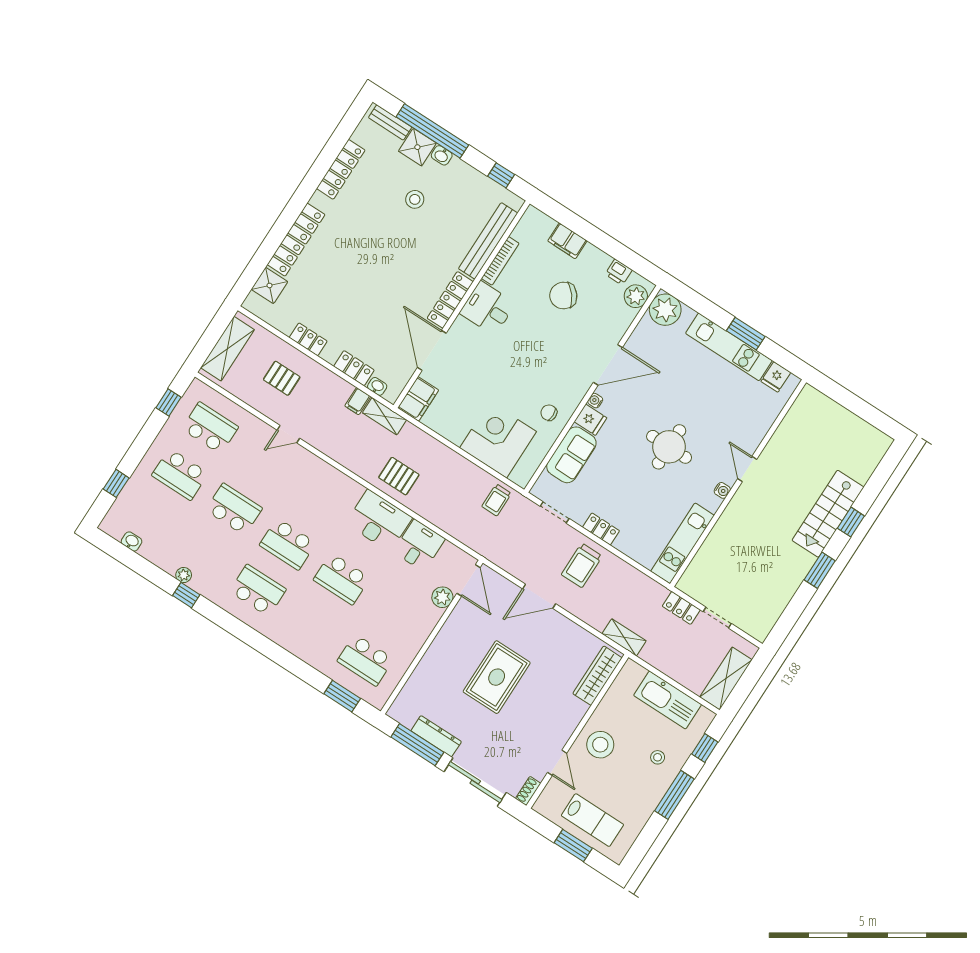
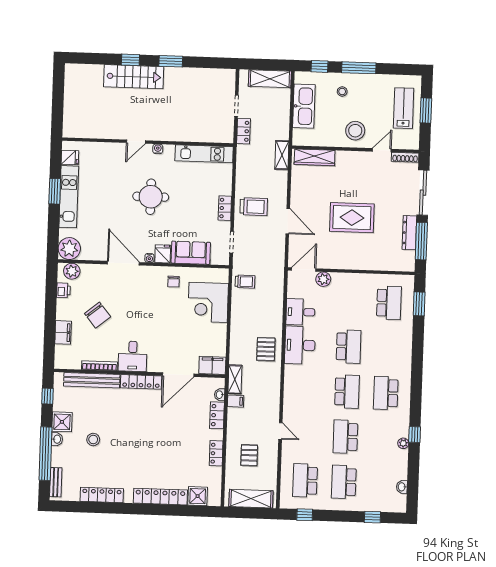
shower: (417, 147) -> (62, 422), moved
school desk: (180, 474) -> (344, 482), turned 180
shoe rack: (528, 791) -> (405, 157), width x1.43

